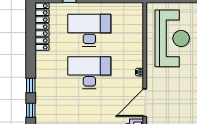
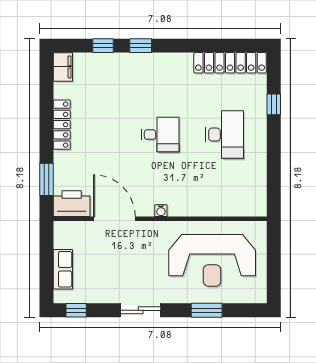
desk: (89, 30) -> (225, 135), width x0.73, depth x0.77
desk: (89, 73) -> (160, 135), width x0.53, depth x0.77

